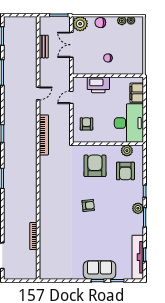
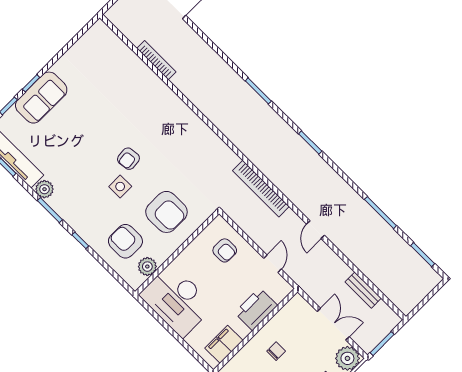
filing cabinet: (137, 93) -> (224, 344), moved, turned -90
side table: (104, 197) -> (120, 187), added
plant: (138, 208) -> (44, 189), moved

